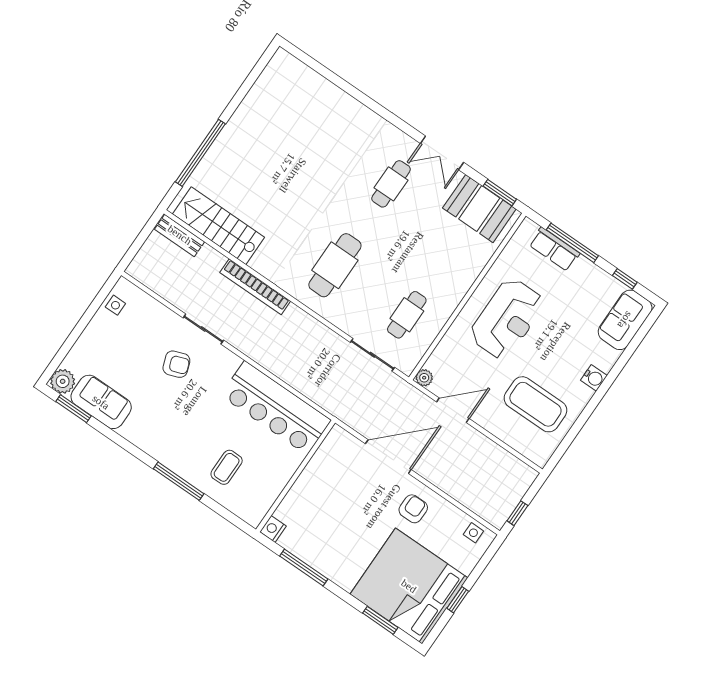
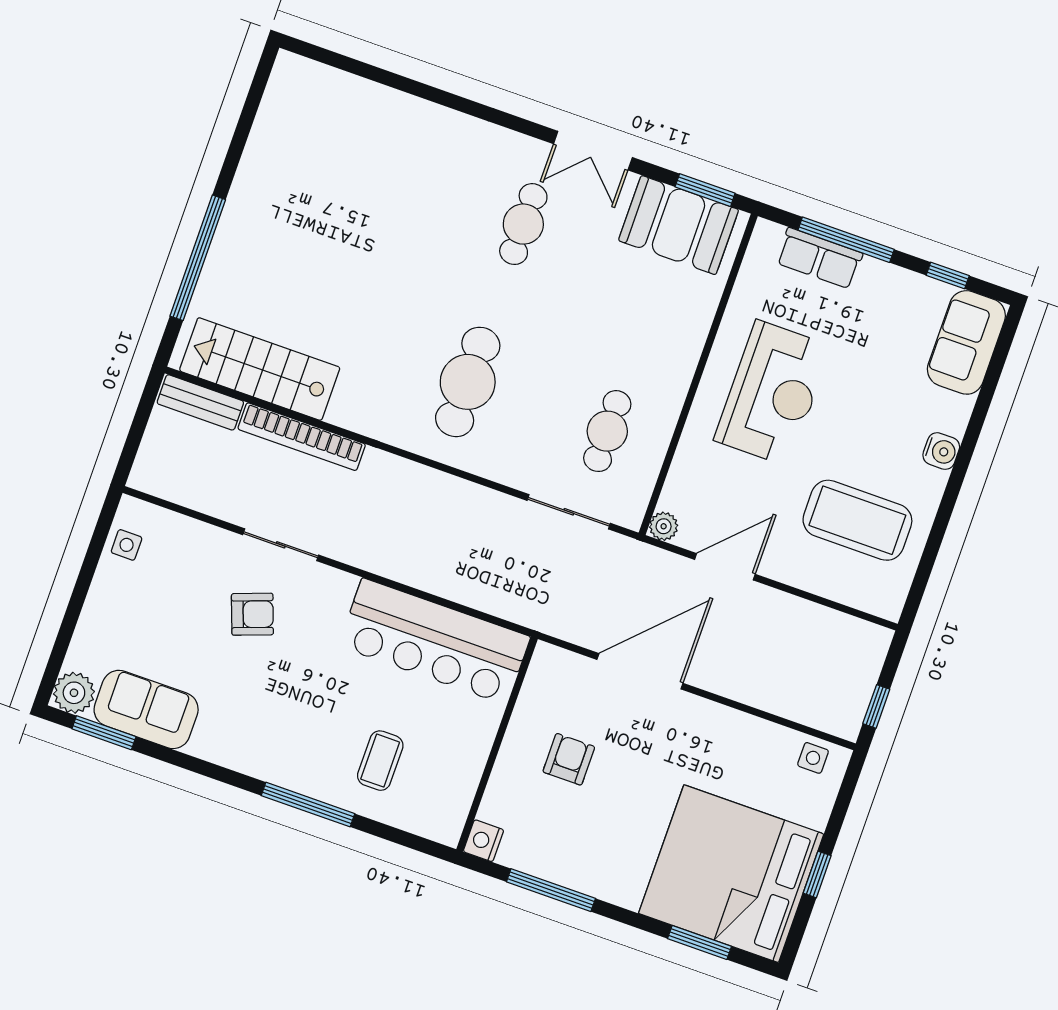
bookcase: (255, 287) -> (302, 437), moved
armchair: (413, 509) -> (569, 759), moved

